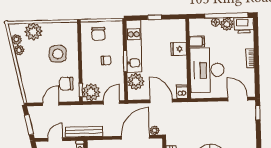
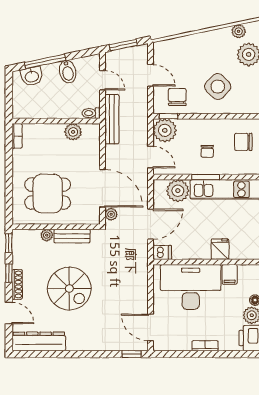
plant: (19, 50) -> (224, 34), removed
side table: (58, 54) -> (218, 87), turned 45
door: (238, 99) -> (151, 327), swing flipped

